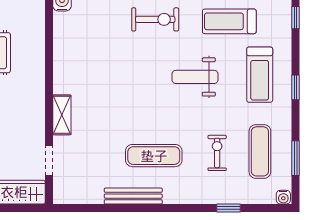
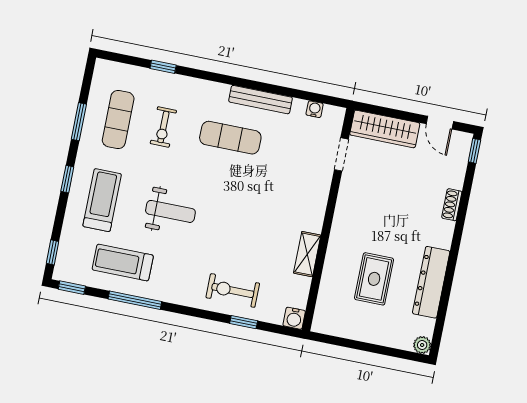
exercise bike: (155, 19) -> (233, 290), moved
treadmill: (229, 21) -> (123, 262), turned 180
shelving: (62, 115) -> (307, 254), moved
window: (295, 158) -> (79, 122), moved
water cooler: (283, 197) -> (315, 109), moved

